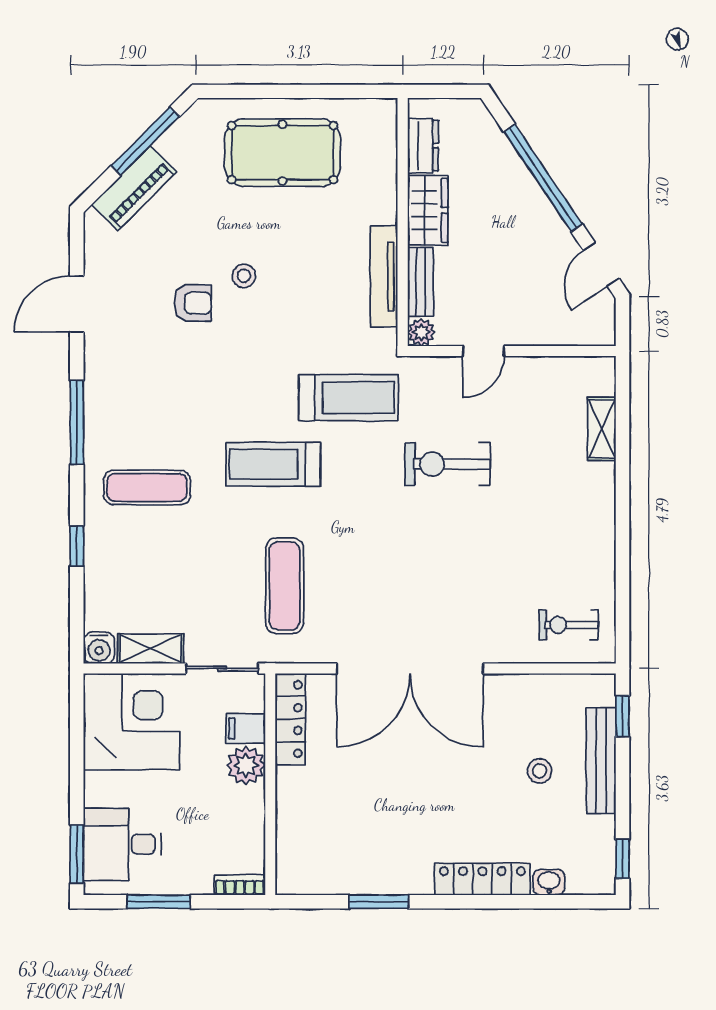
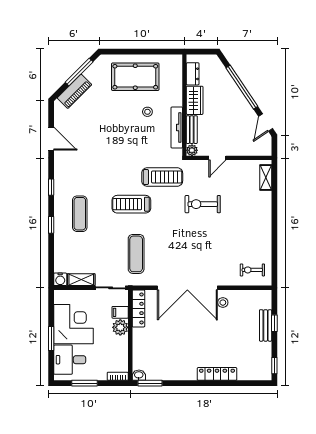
stool: (244, 276) -> (147, 112), moved
armchair: (193, 303) -> (99, 138), removed
door: (77, 304) -> (51, 139), swing flipped
window: (77, 422) -> (51, 187), width x0.46
shelving: (602, 429) -> (266, 177), moved
exercise mat: (147, 488) -> (80, 214), turned 90
window: (77, 546) -> (51, 225), moved
window: (623, 716) -> (274, 323), moved
corner desk: (132, 722) -> (73, 324), moved
bench: (601, 761) -> (266, 325), width x0.73
stool: (539, 771) -> (223, 303), moved
window: (77, 854) -> (51, 338), moved
washbasin: (549, 882) -> (139, 375), moved
window: (379, 902) -> (150, 383), moved

